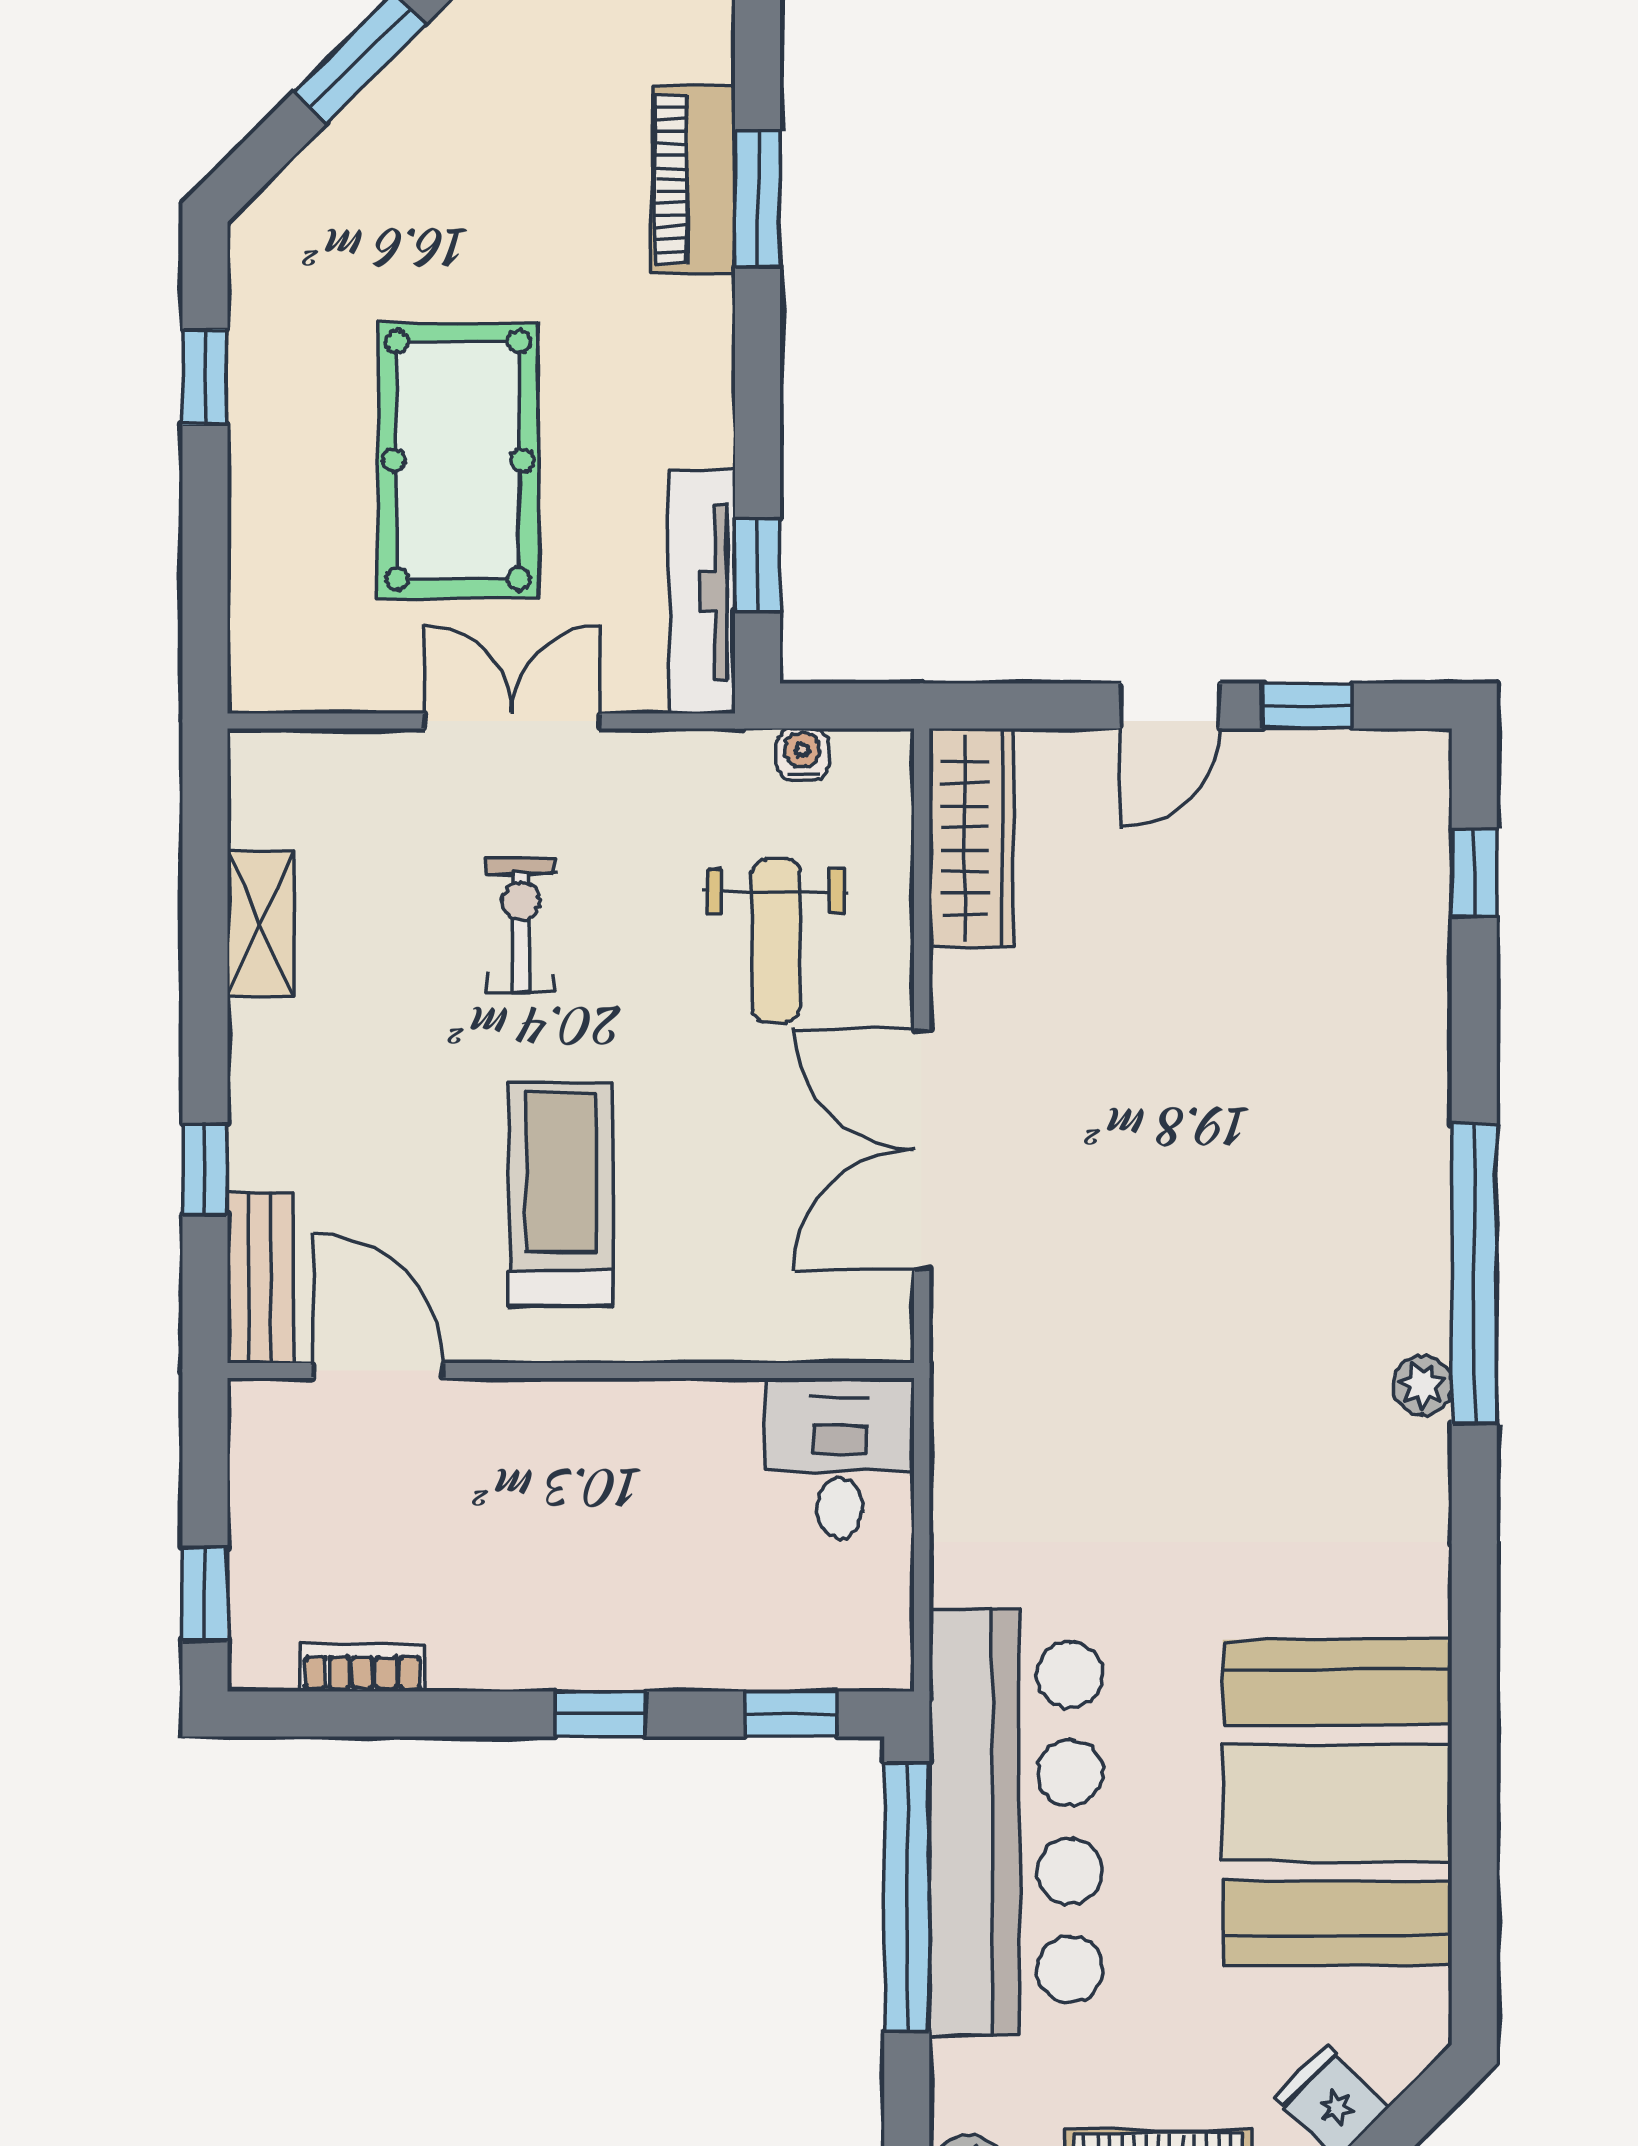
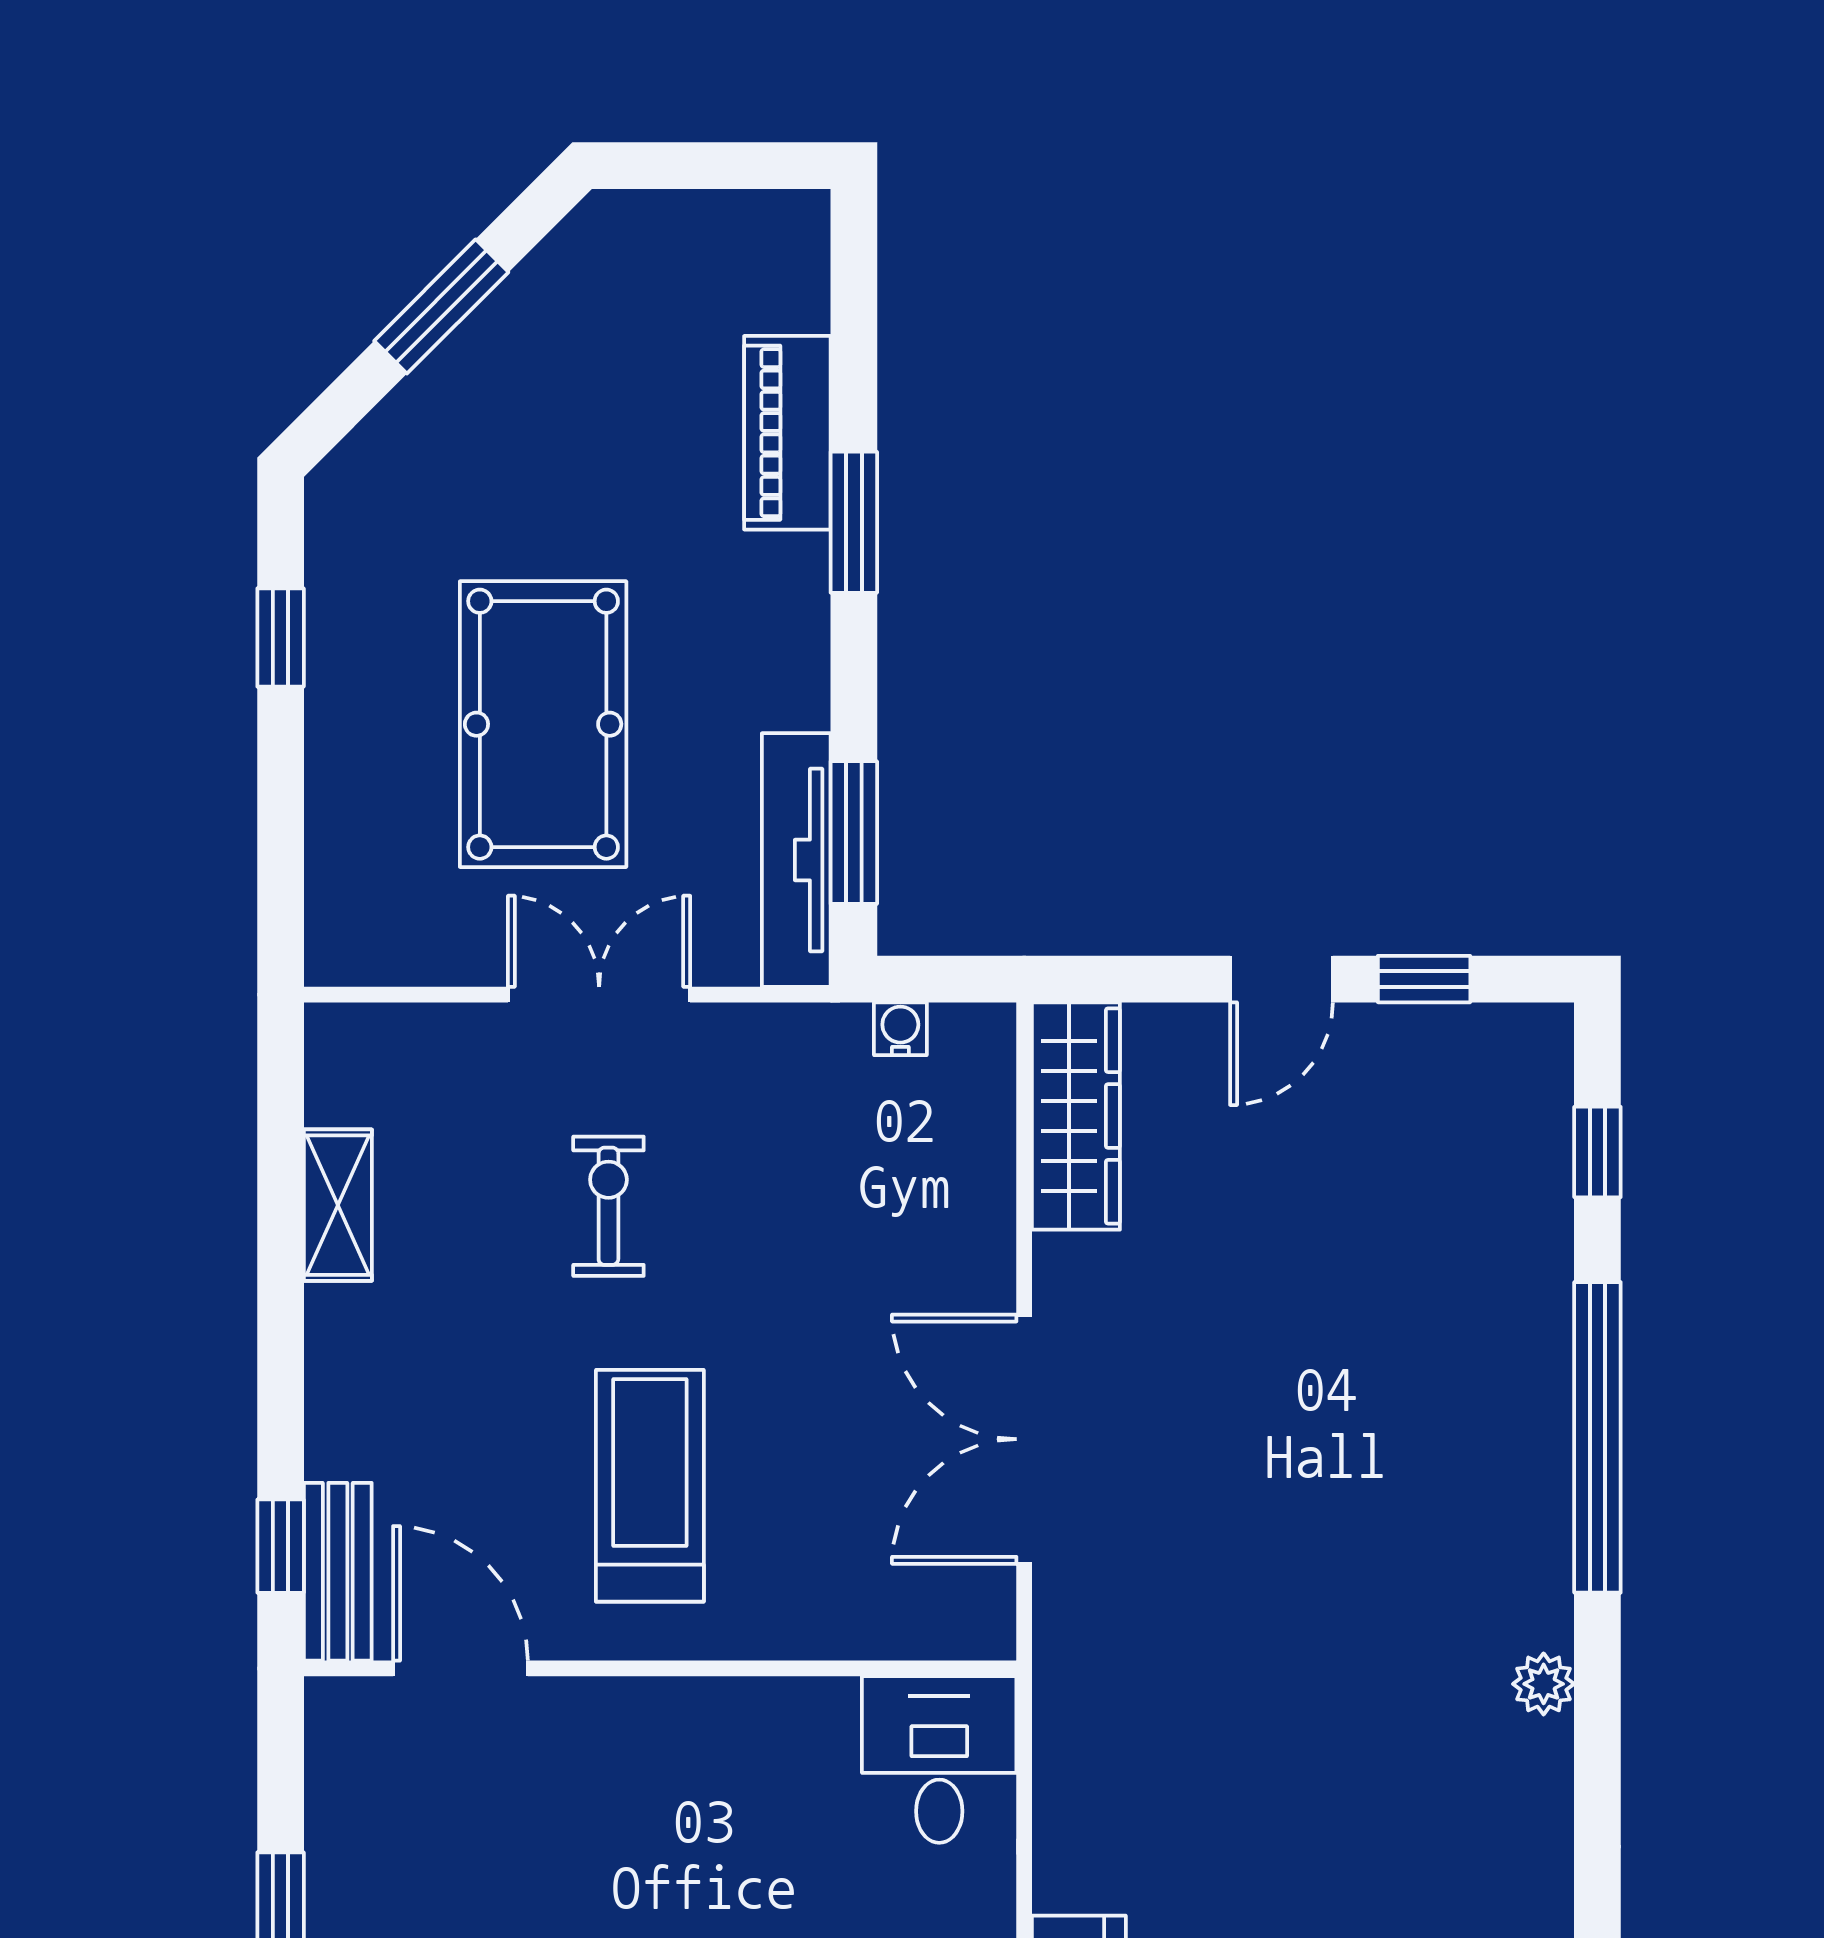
window: (757, 199) -> (854, 522), moved
window: (757, 565) -> (854, 833), width x1.50
weight bench: (776, 940) -> (873, 1222), removed
window: (205, 1170) -> (281, 1546), moved
window: (1474, 1274) -> (1597, 1437), moved

